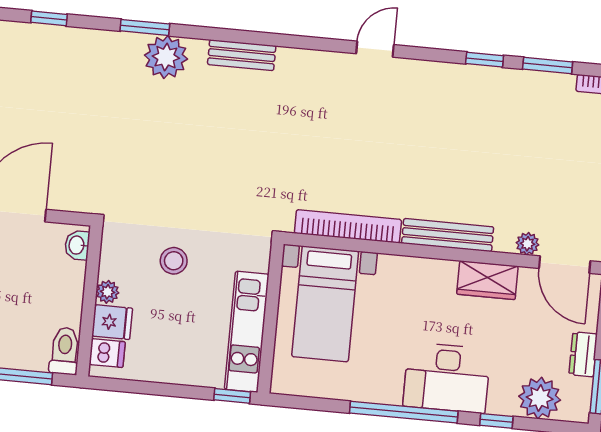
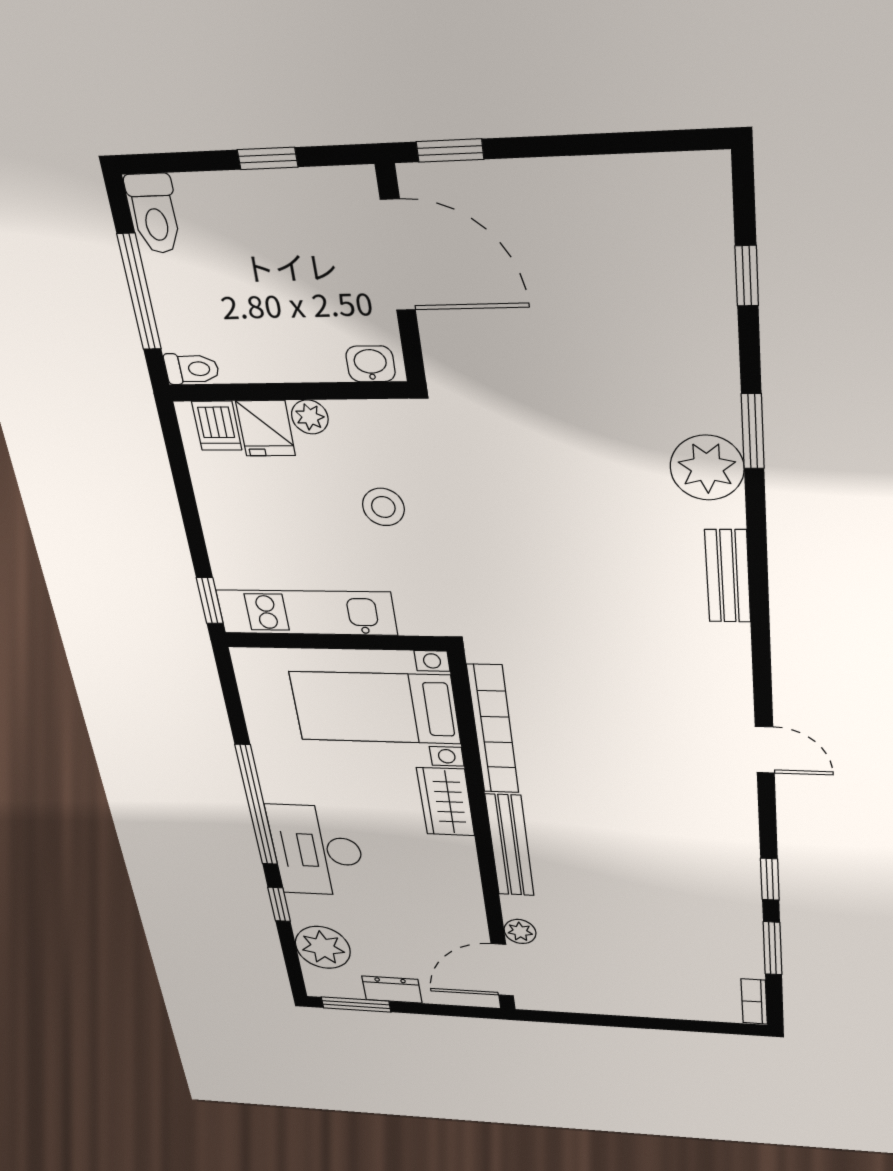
wardrobe: (487, 280) -> (446, 802), moved
toilet: (65, 351) -> (192, 369), width x0.73, depth x0.72

